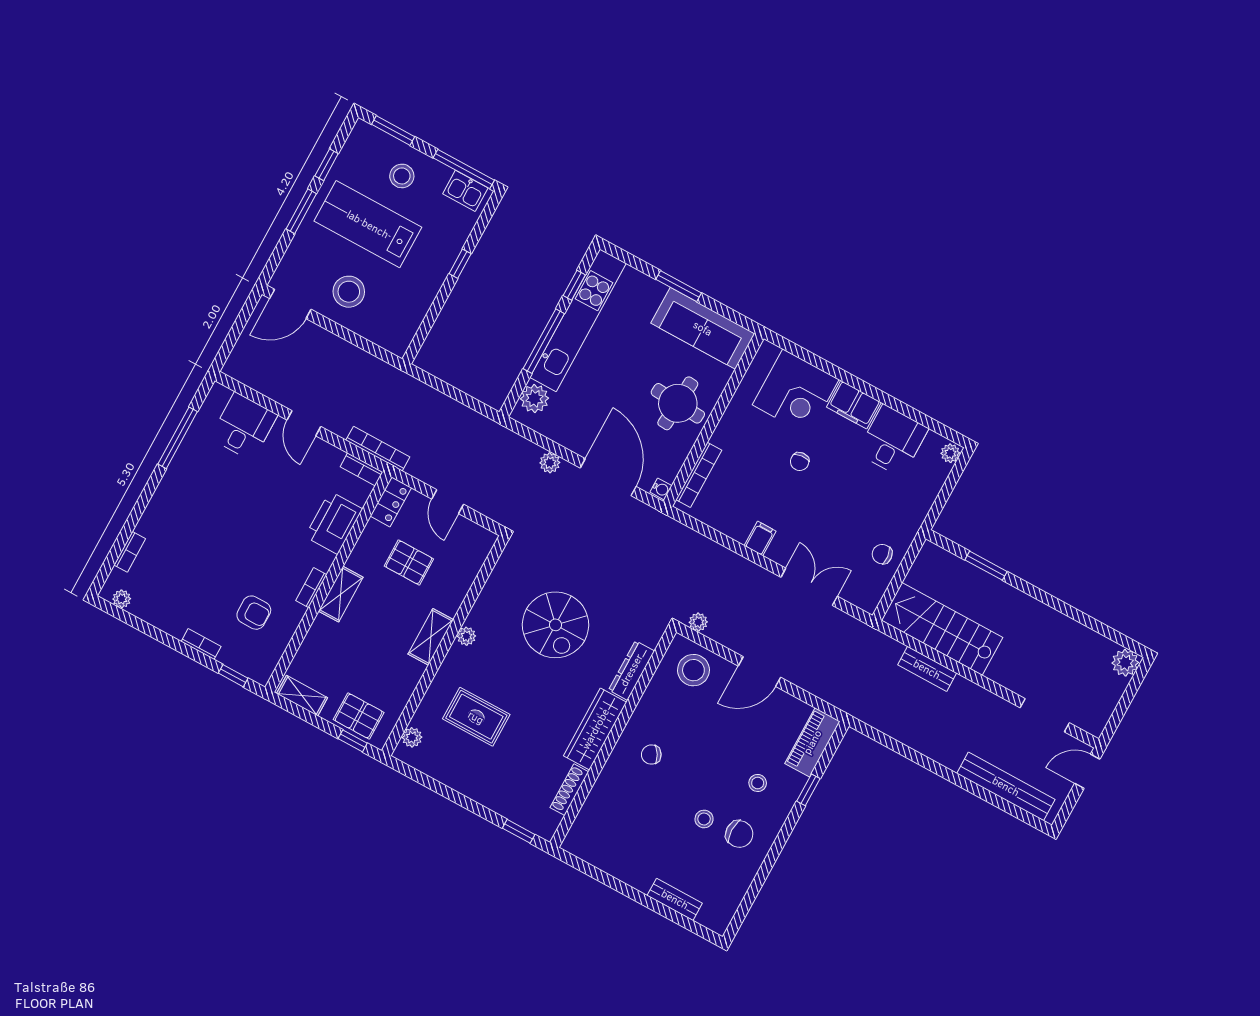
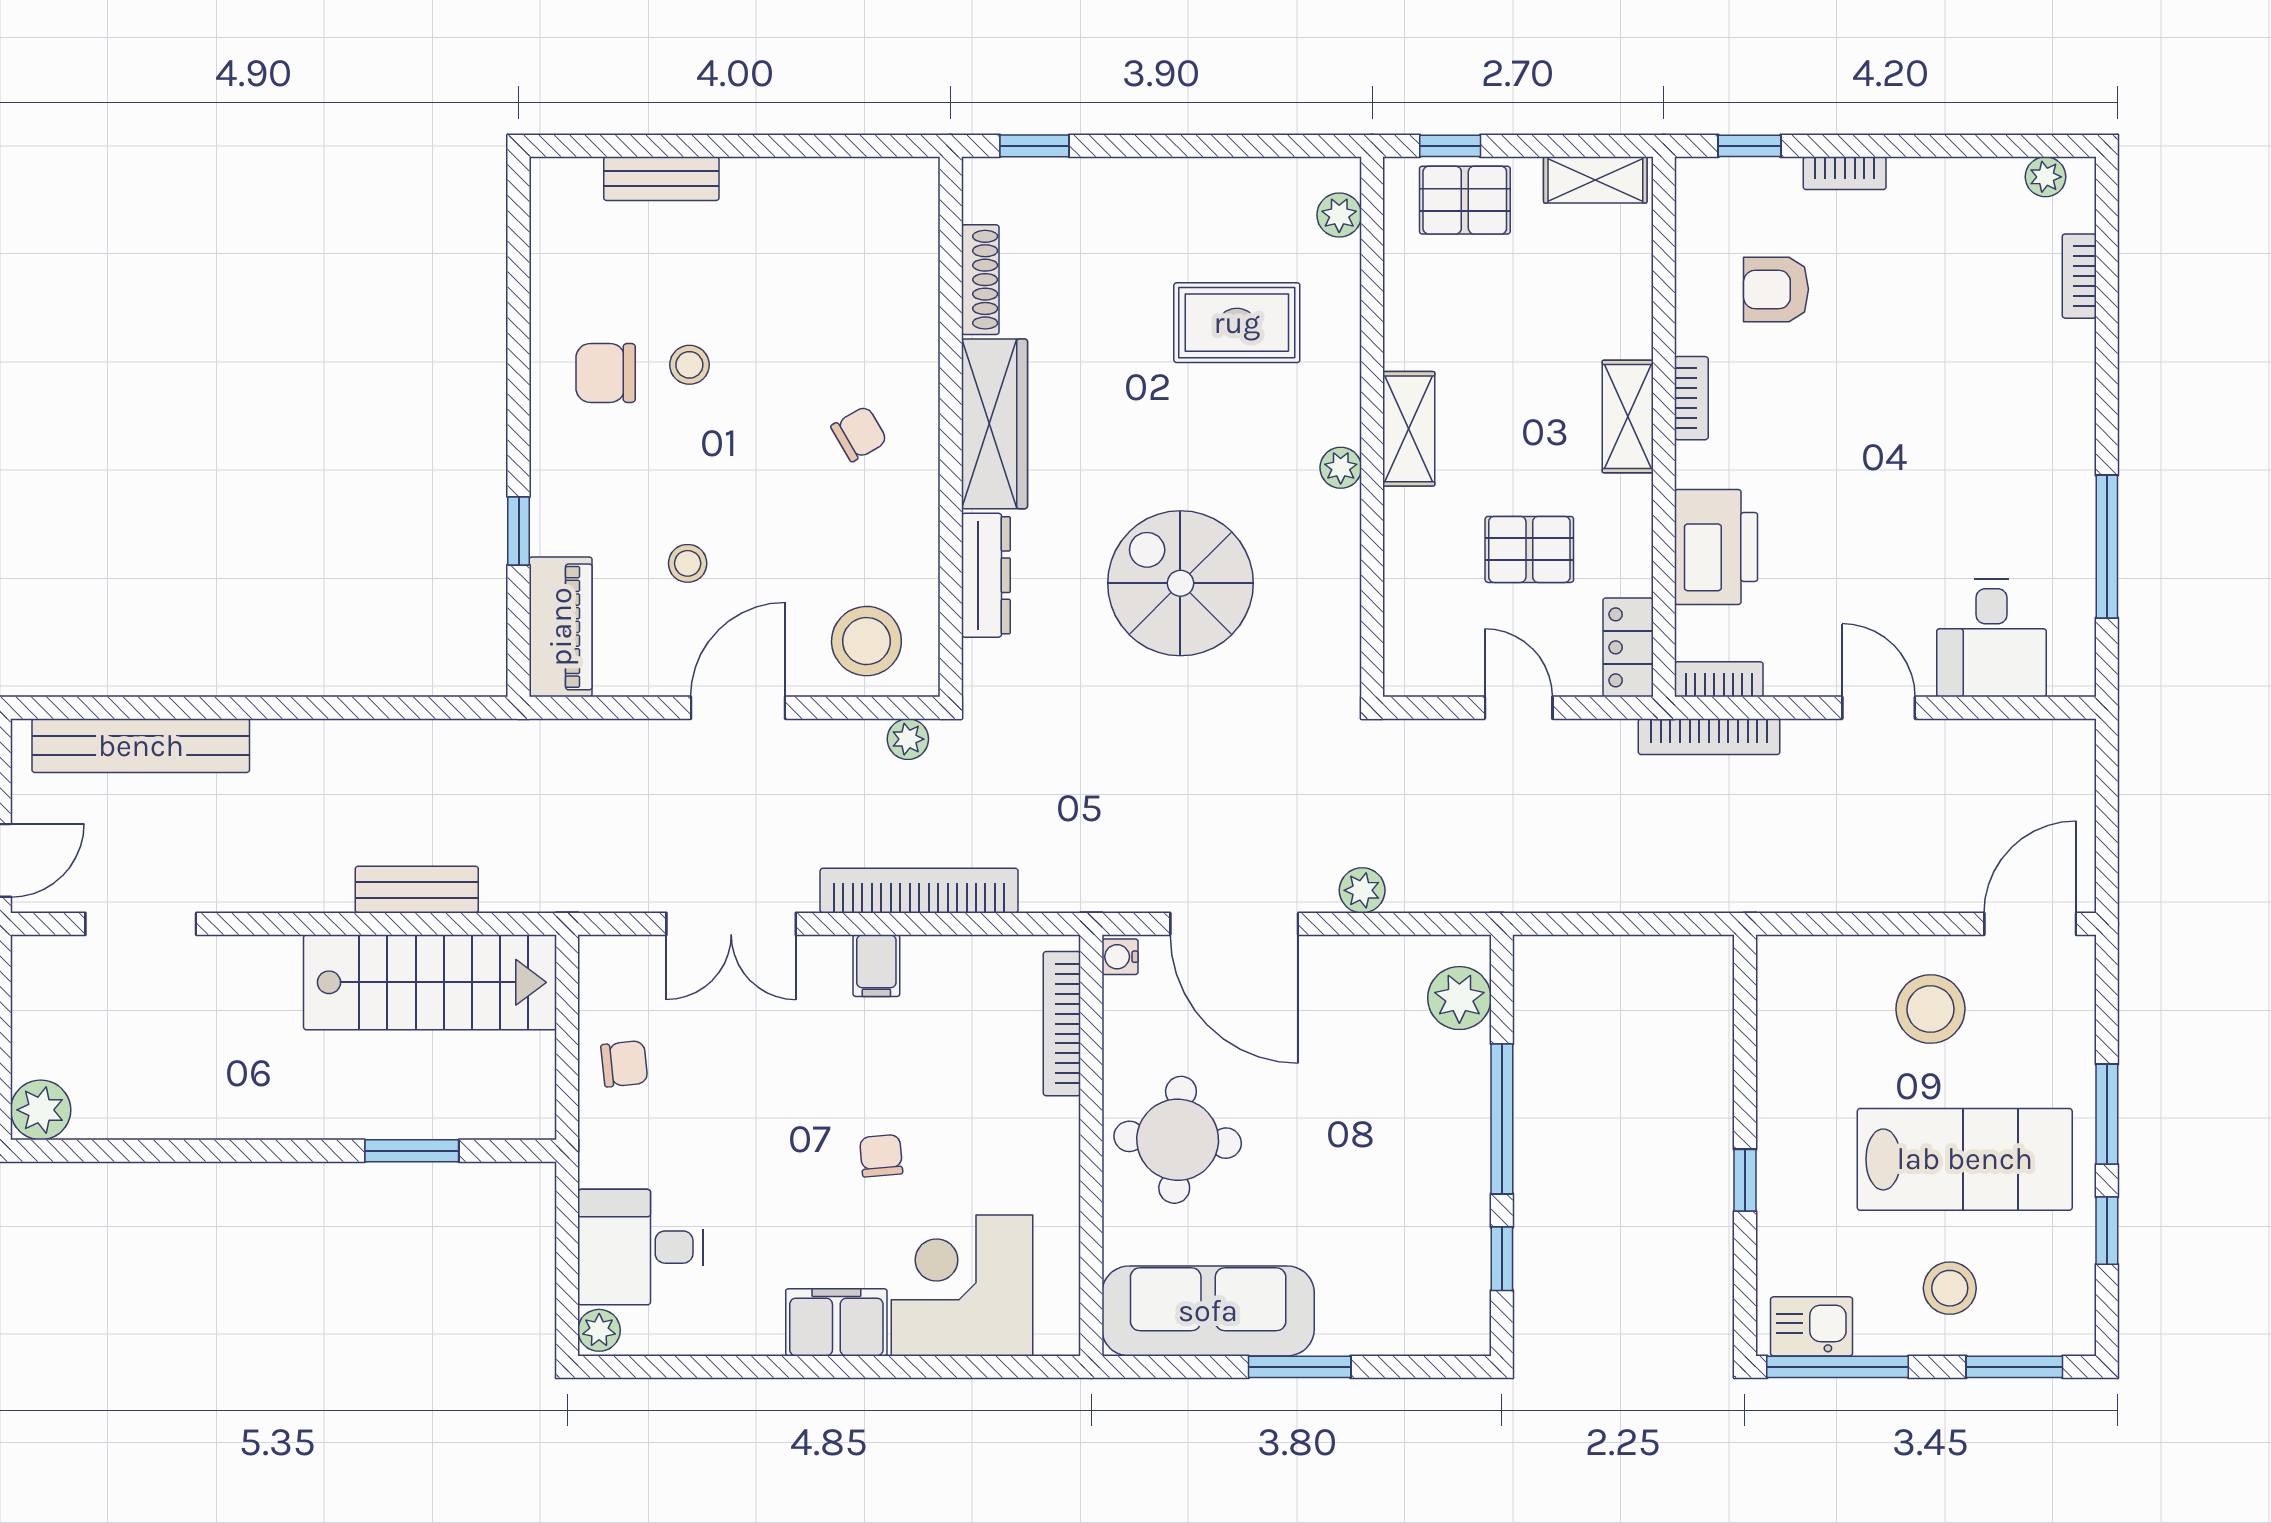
kitchen unit: (578, 320) -> (1458, 1195), removed
desk: (893, 441) -> (640, 1247), moved, turned 90
bookcase: (727, 559) -> (919, 891), added
stool: (758, 783) -> (688, 563), moved

